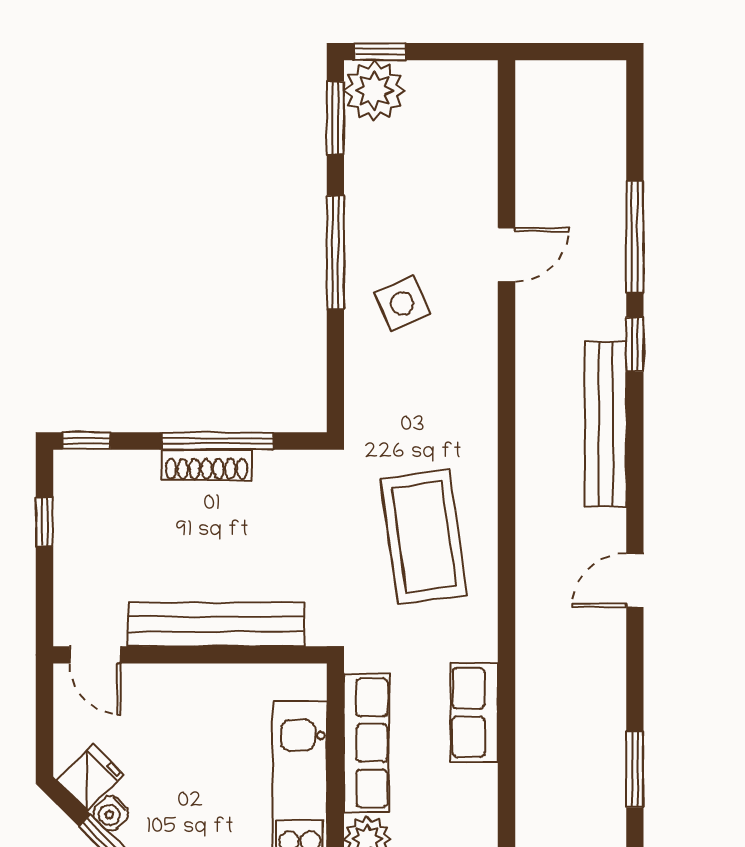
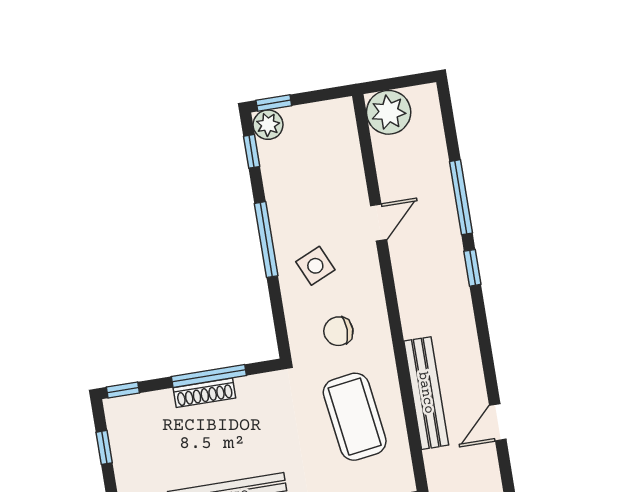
plant: (374, 91) -> (268, 125), width x0.73, depth x0.73
plant: (548, 93) -> (389, 112), added
window: (335, 118) -> (252, 151), width x0.67
chair: (420, 406) -> (338, 331), added
bench: (606, 424) -> (426, 393), moved

